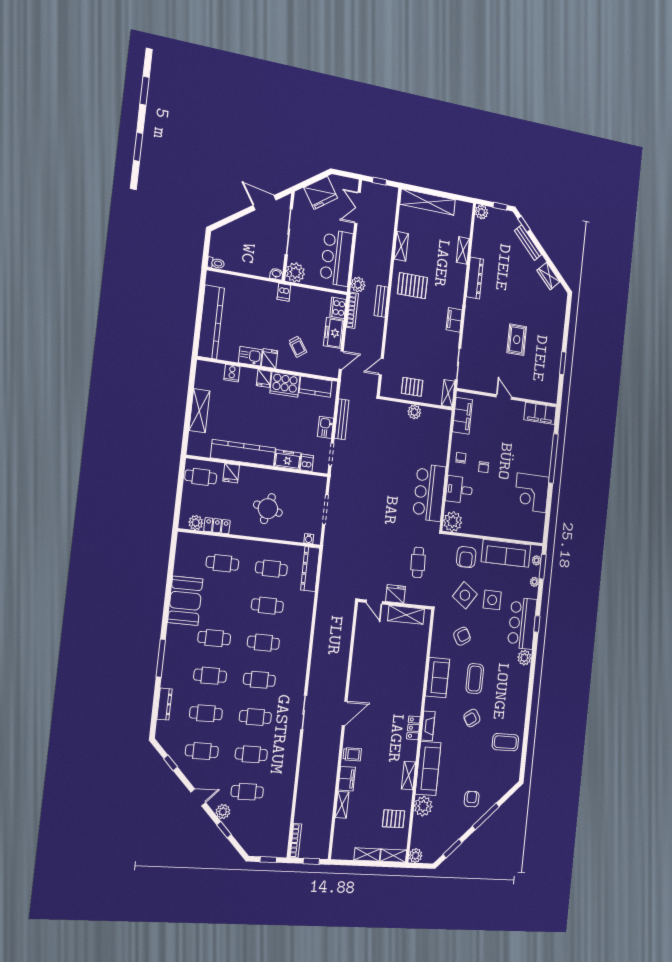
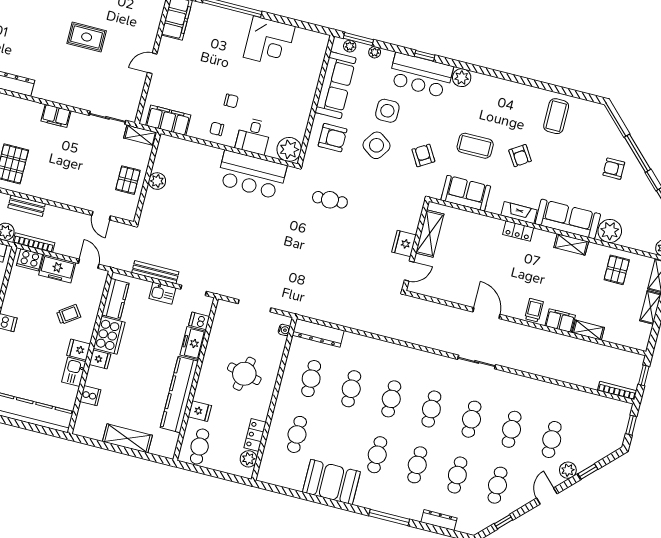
fridge: (395, 594) -> (404, 243), moved
door: (374, 602) -> (409, 271), moved
wall: (395, 604) -> (416, 246), moved
shelving: (406, 615) -> (430, 233), moved

